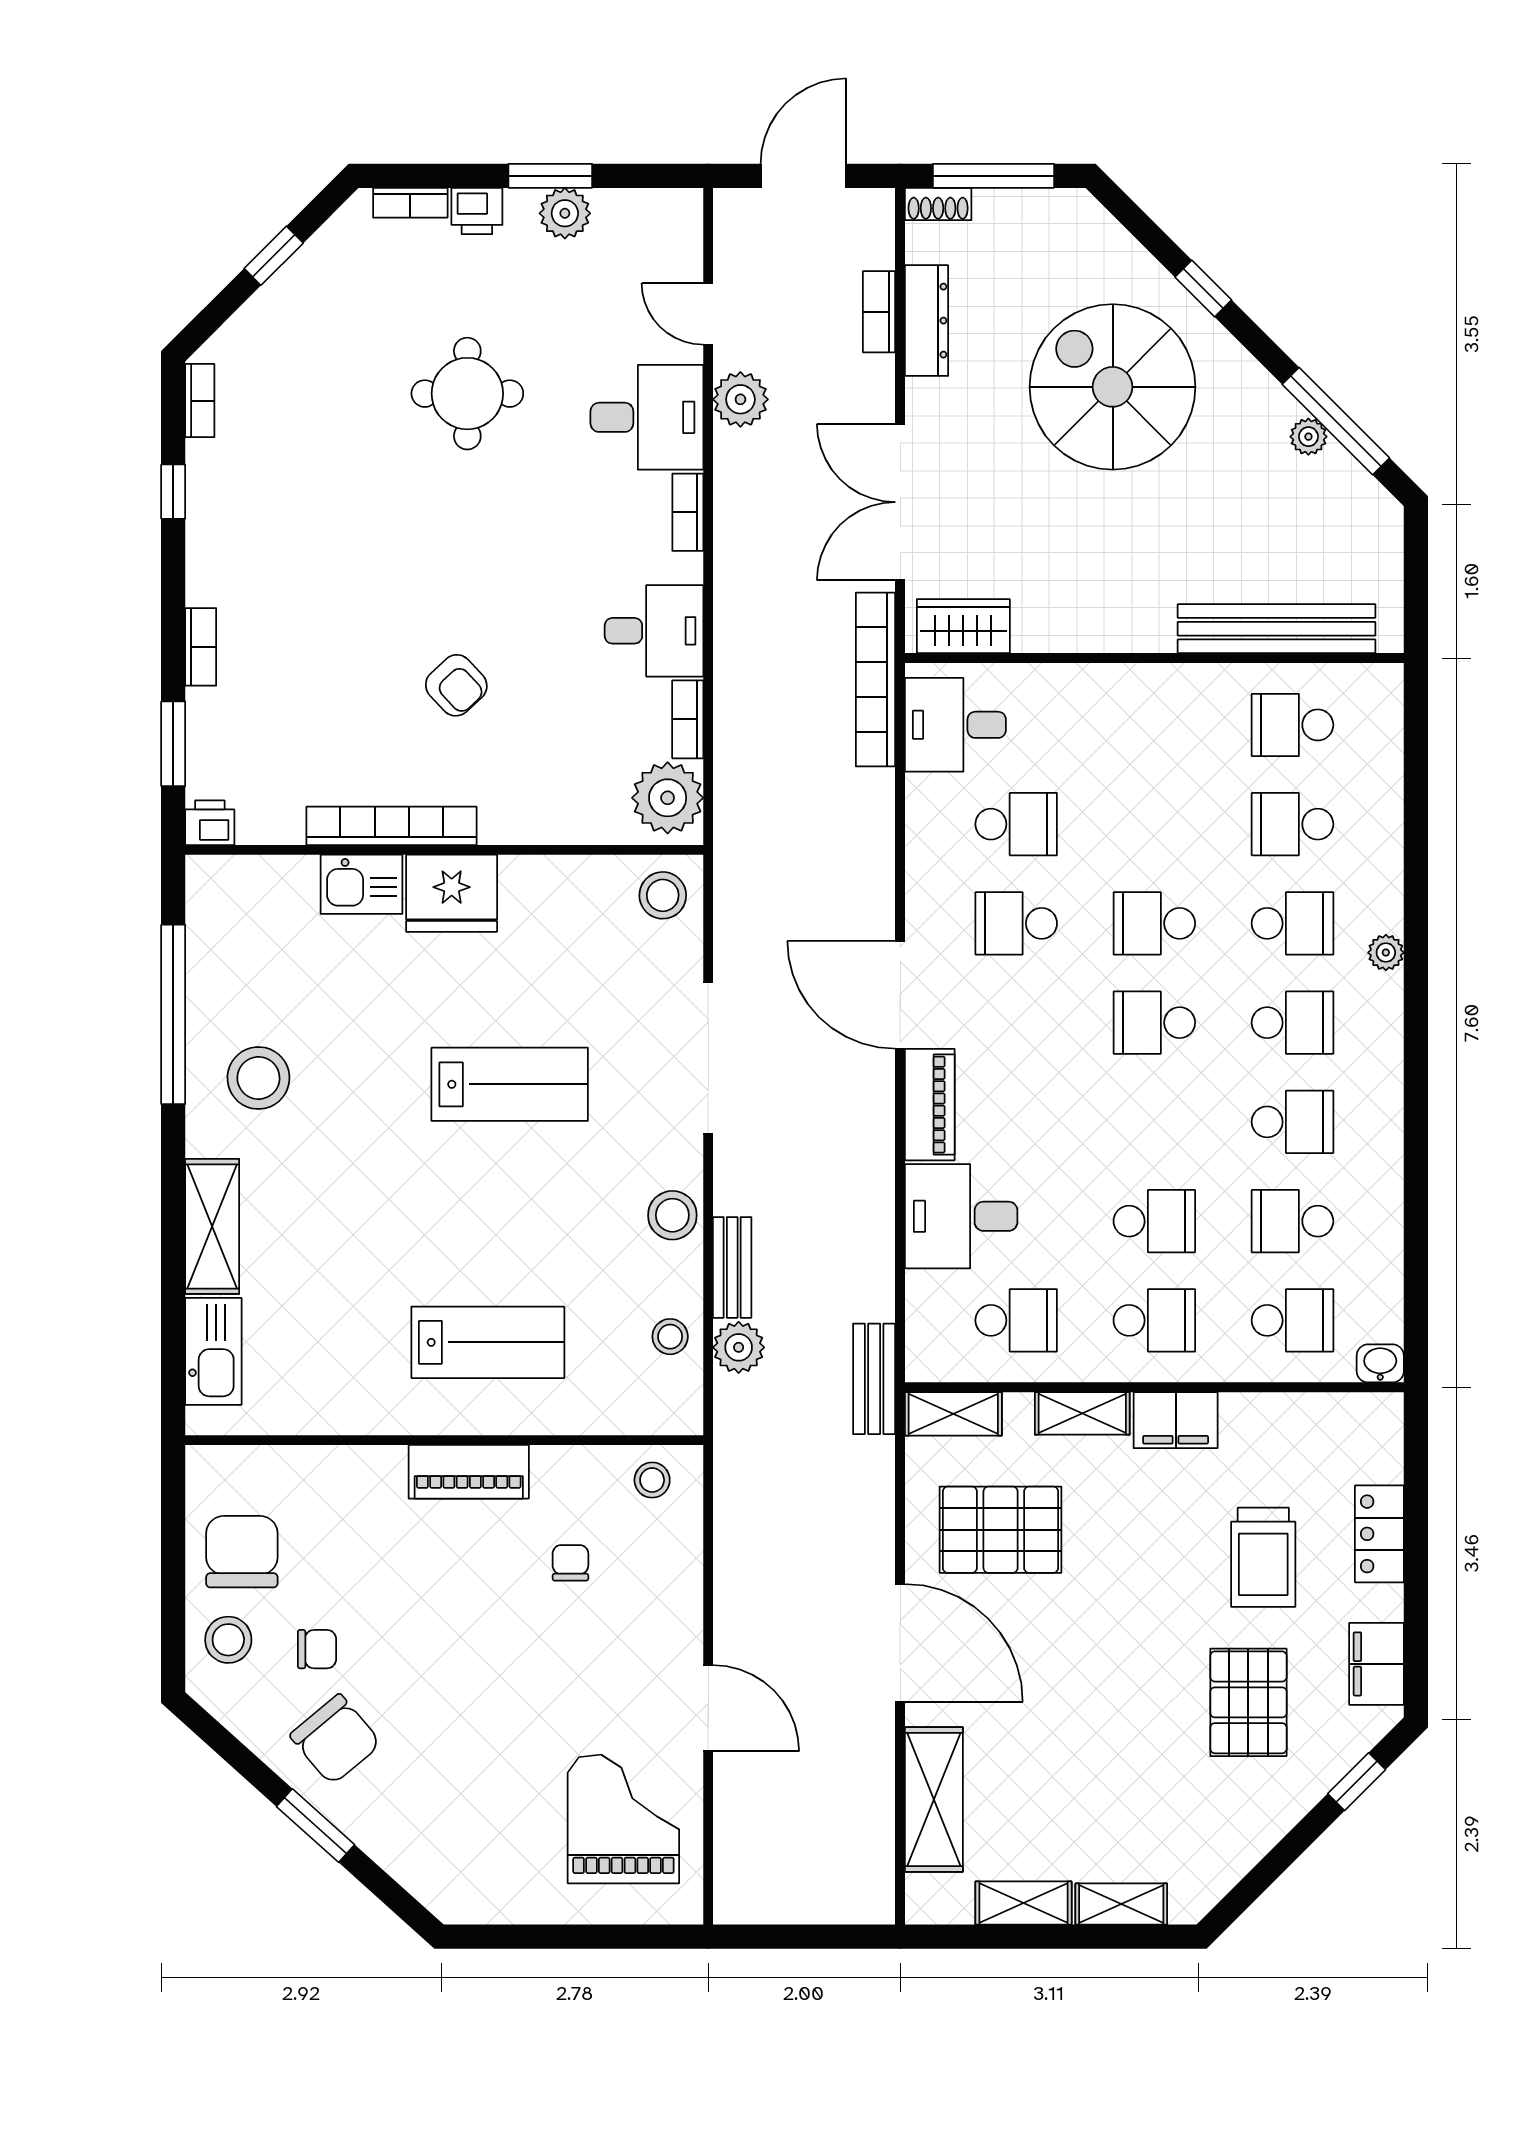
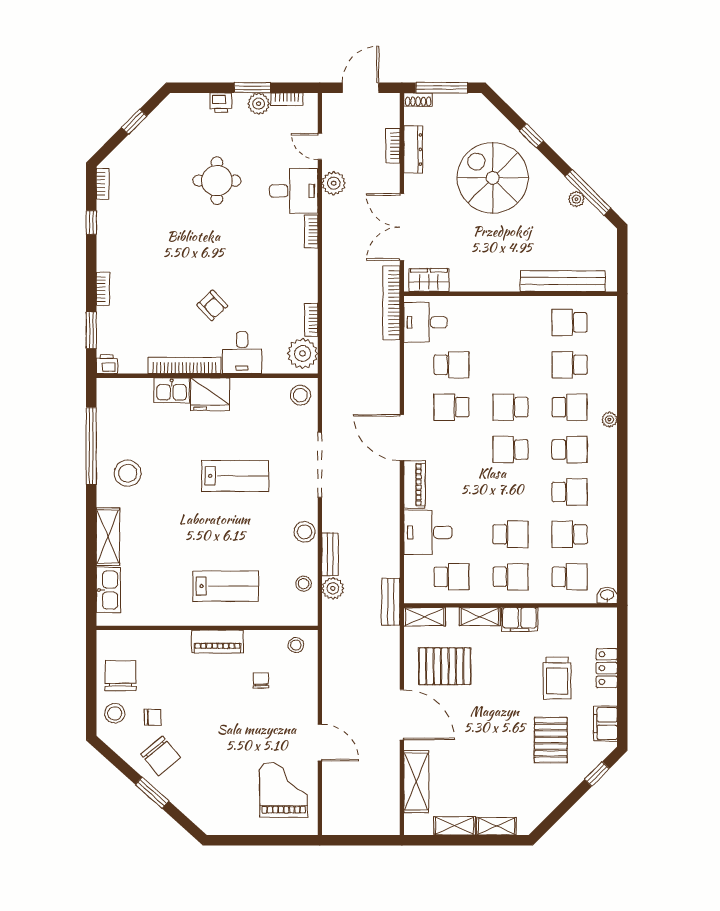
bookcase: (410, 203) -> (287, 99), moved
desk: (654, 631) -> (242, 353), moved, turned 90

